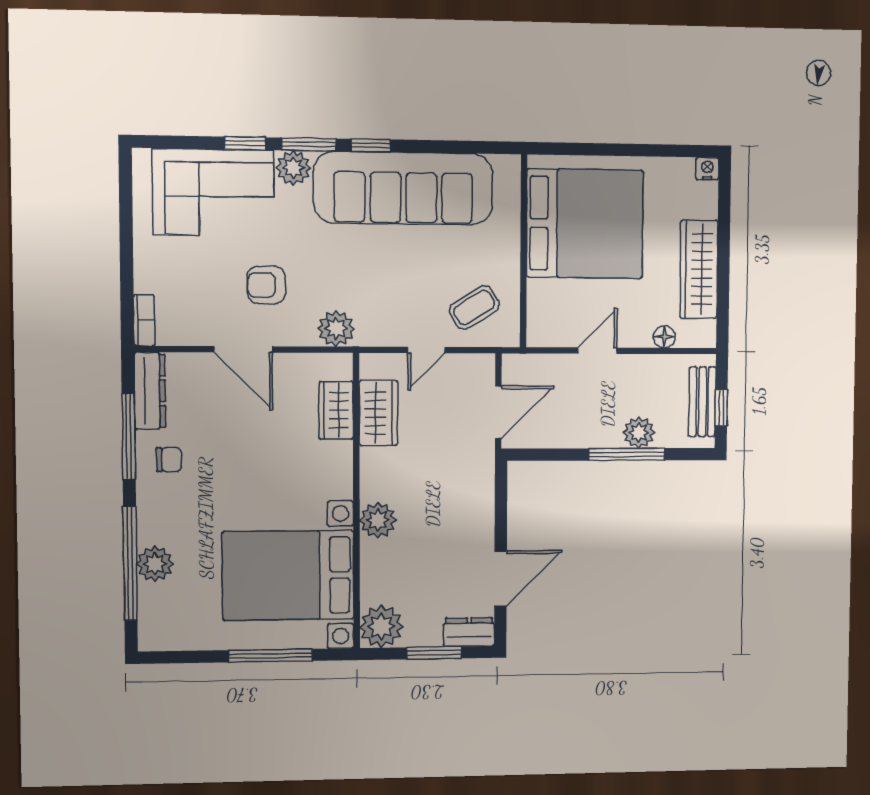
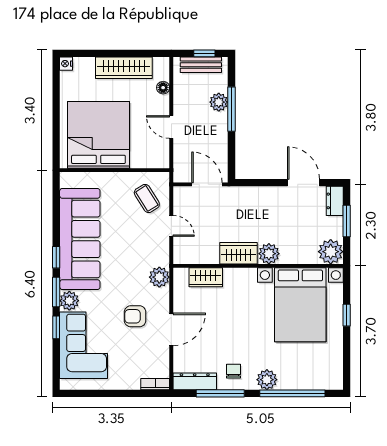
armchair: (266, 285) -> (135, 316), turned 90
wardrobe: (378, 413) -> (238, 253), moved
plant: (155, 564) -> (267, 380), moved
window: (270, 656) -> (347, 315), width x0.46

